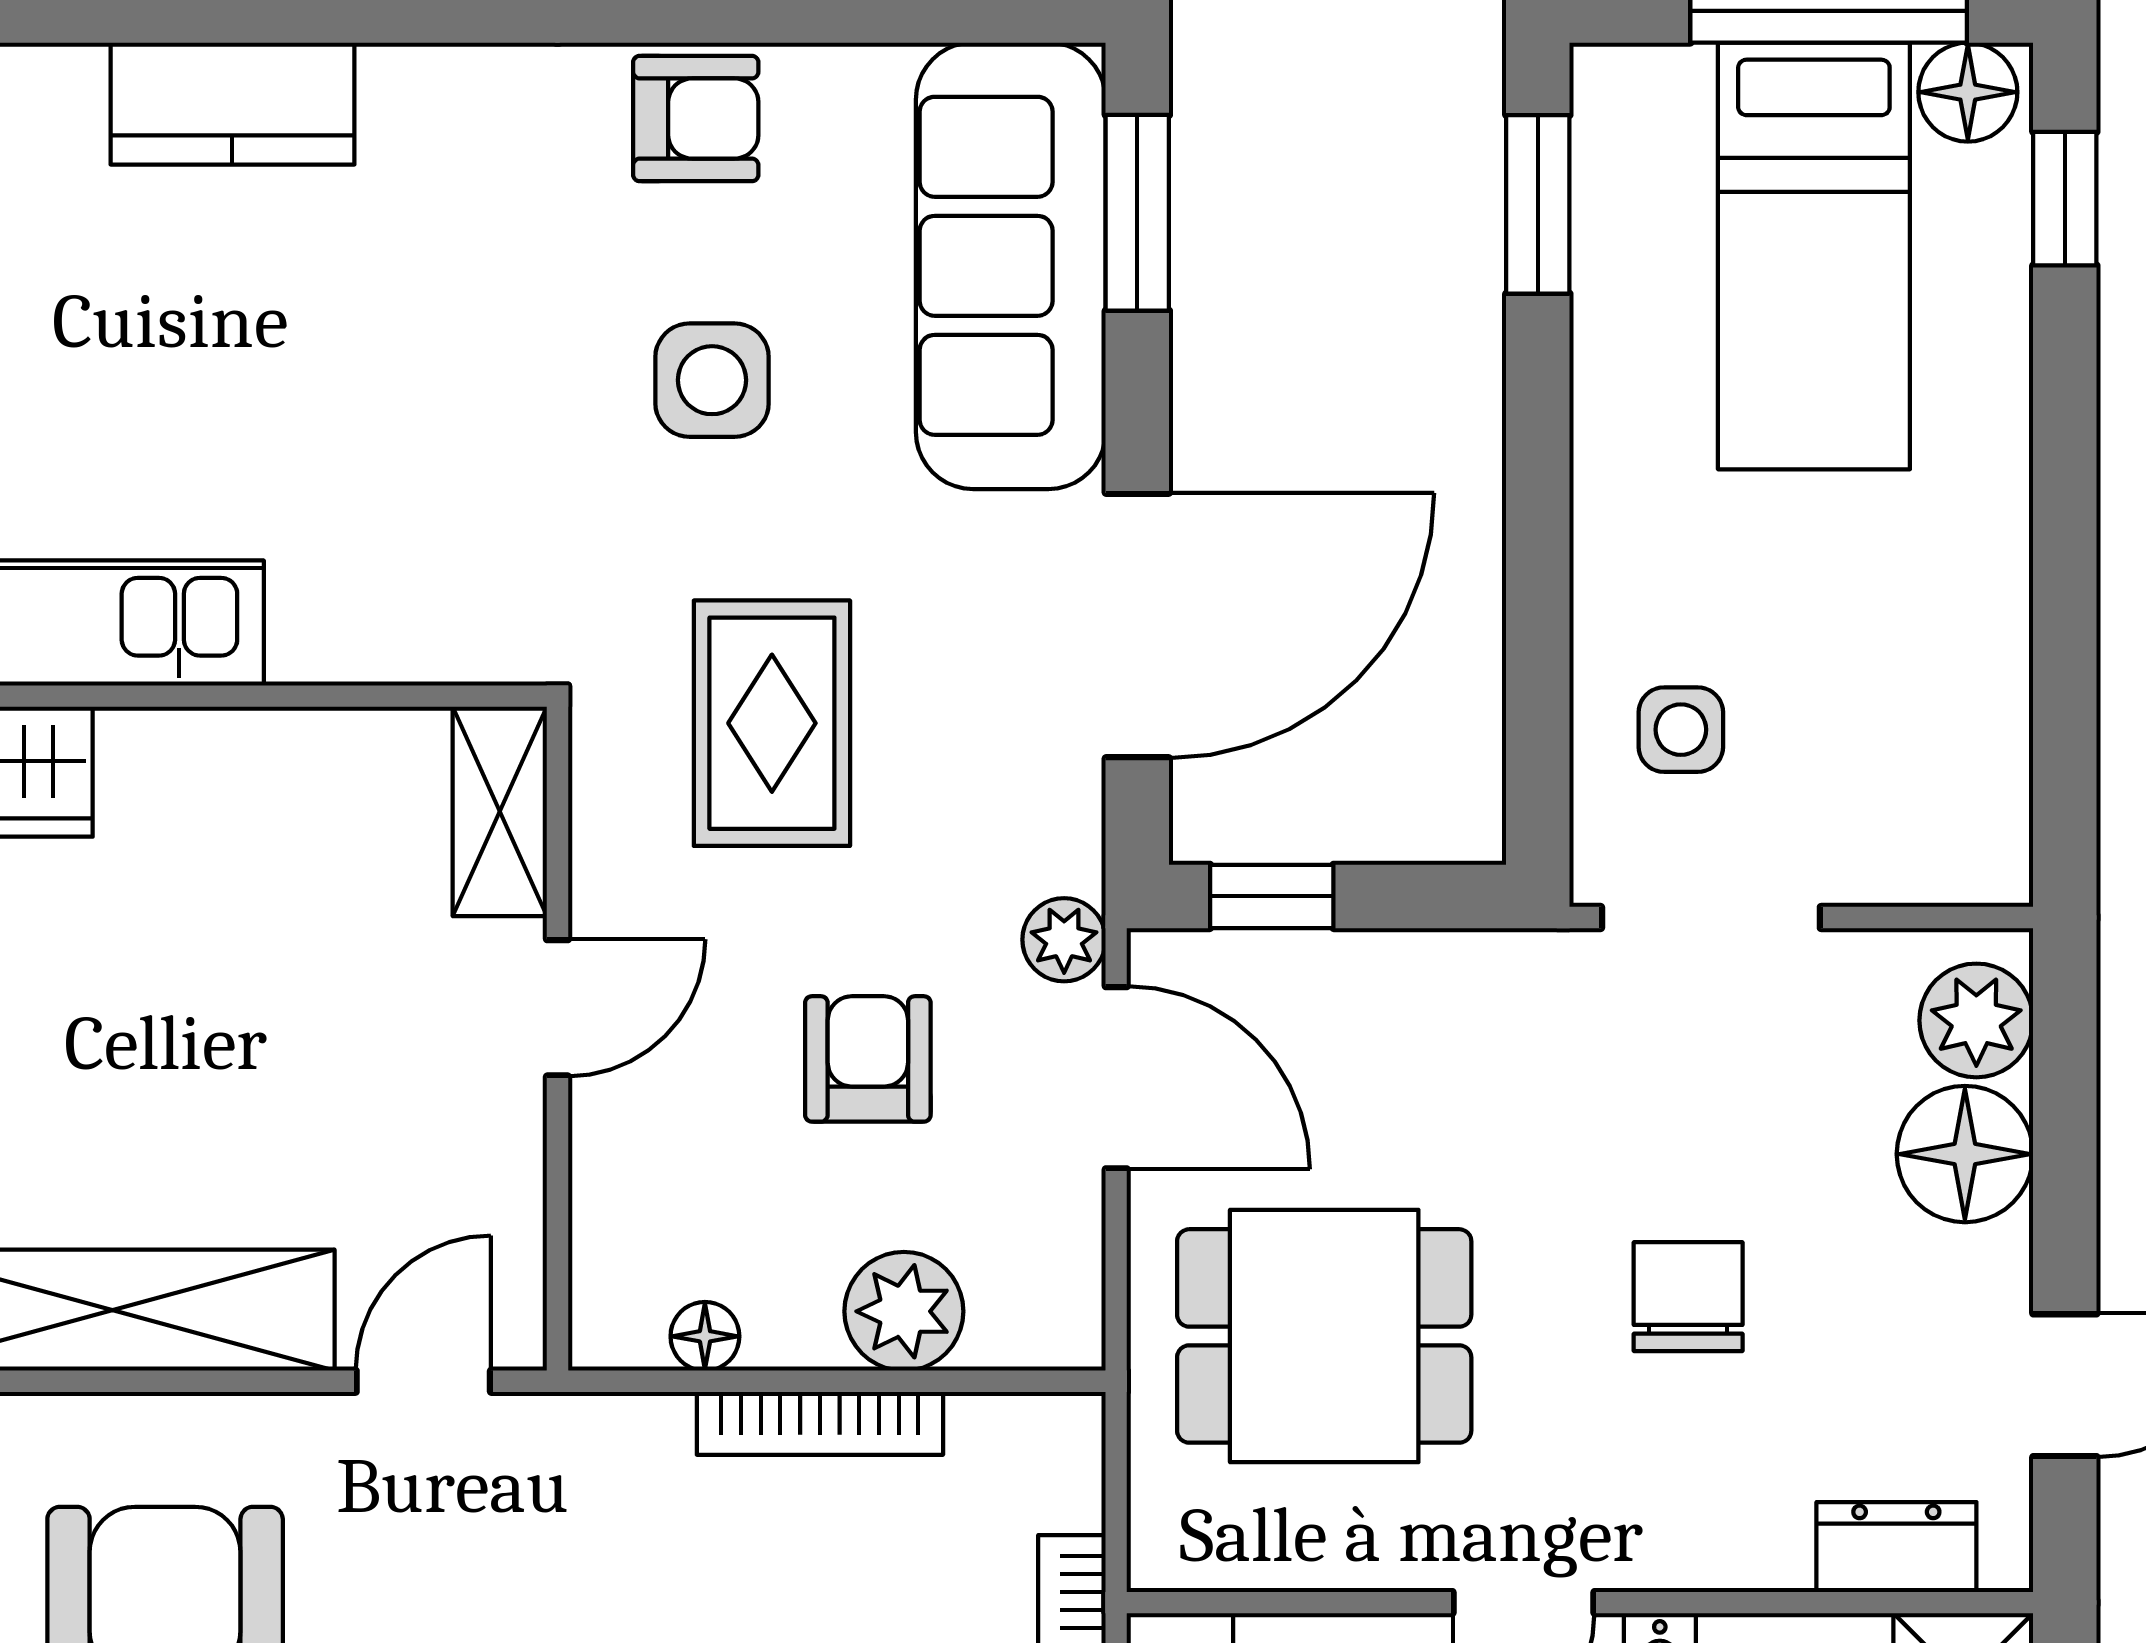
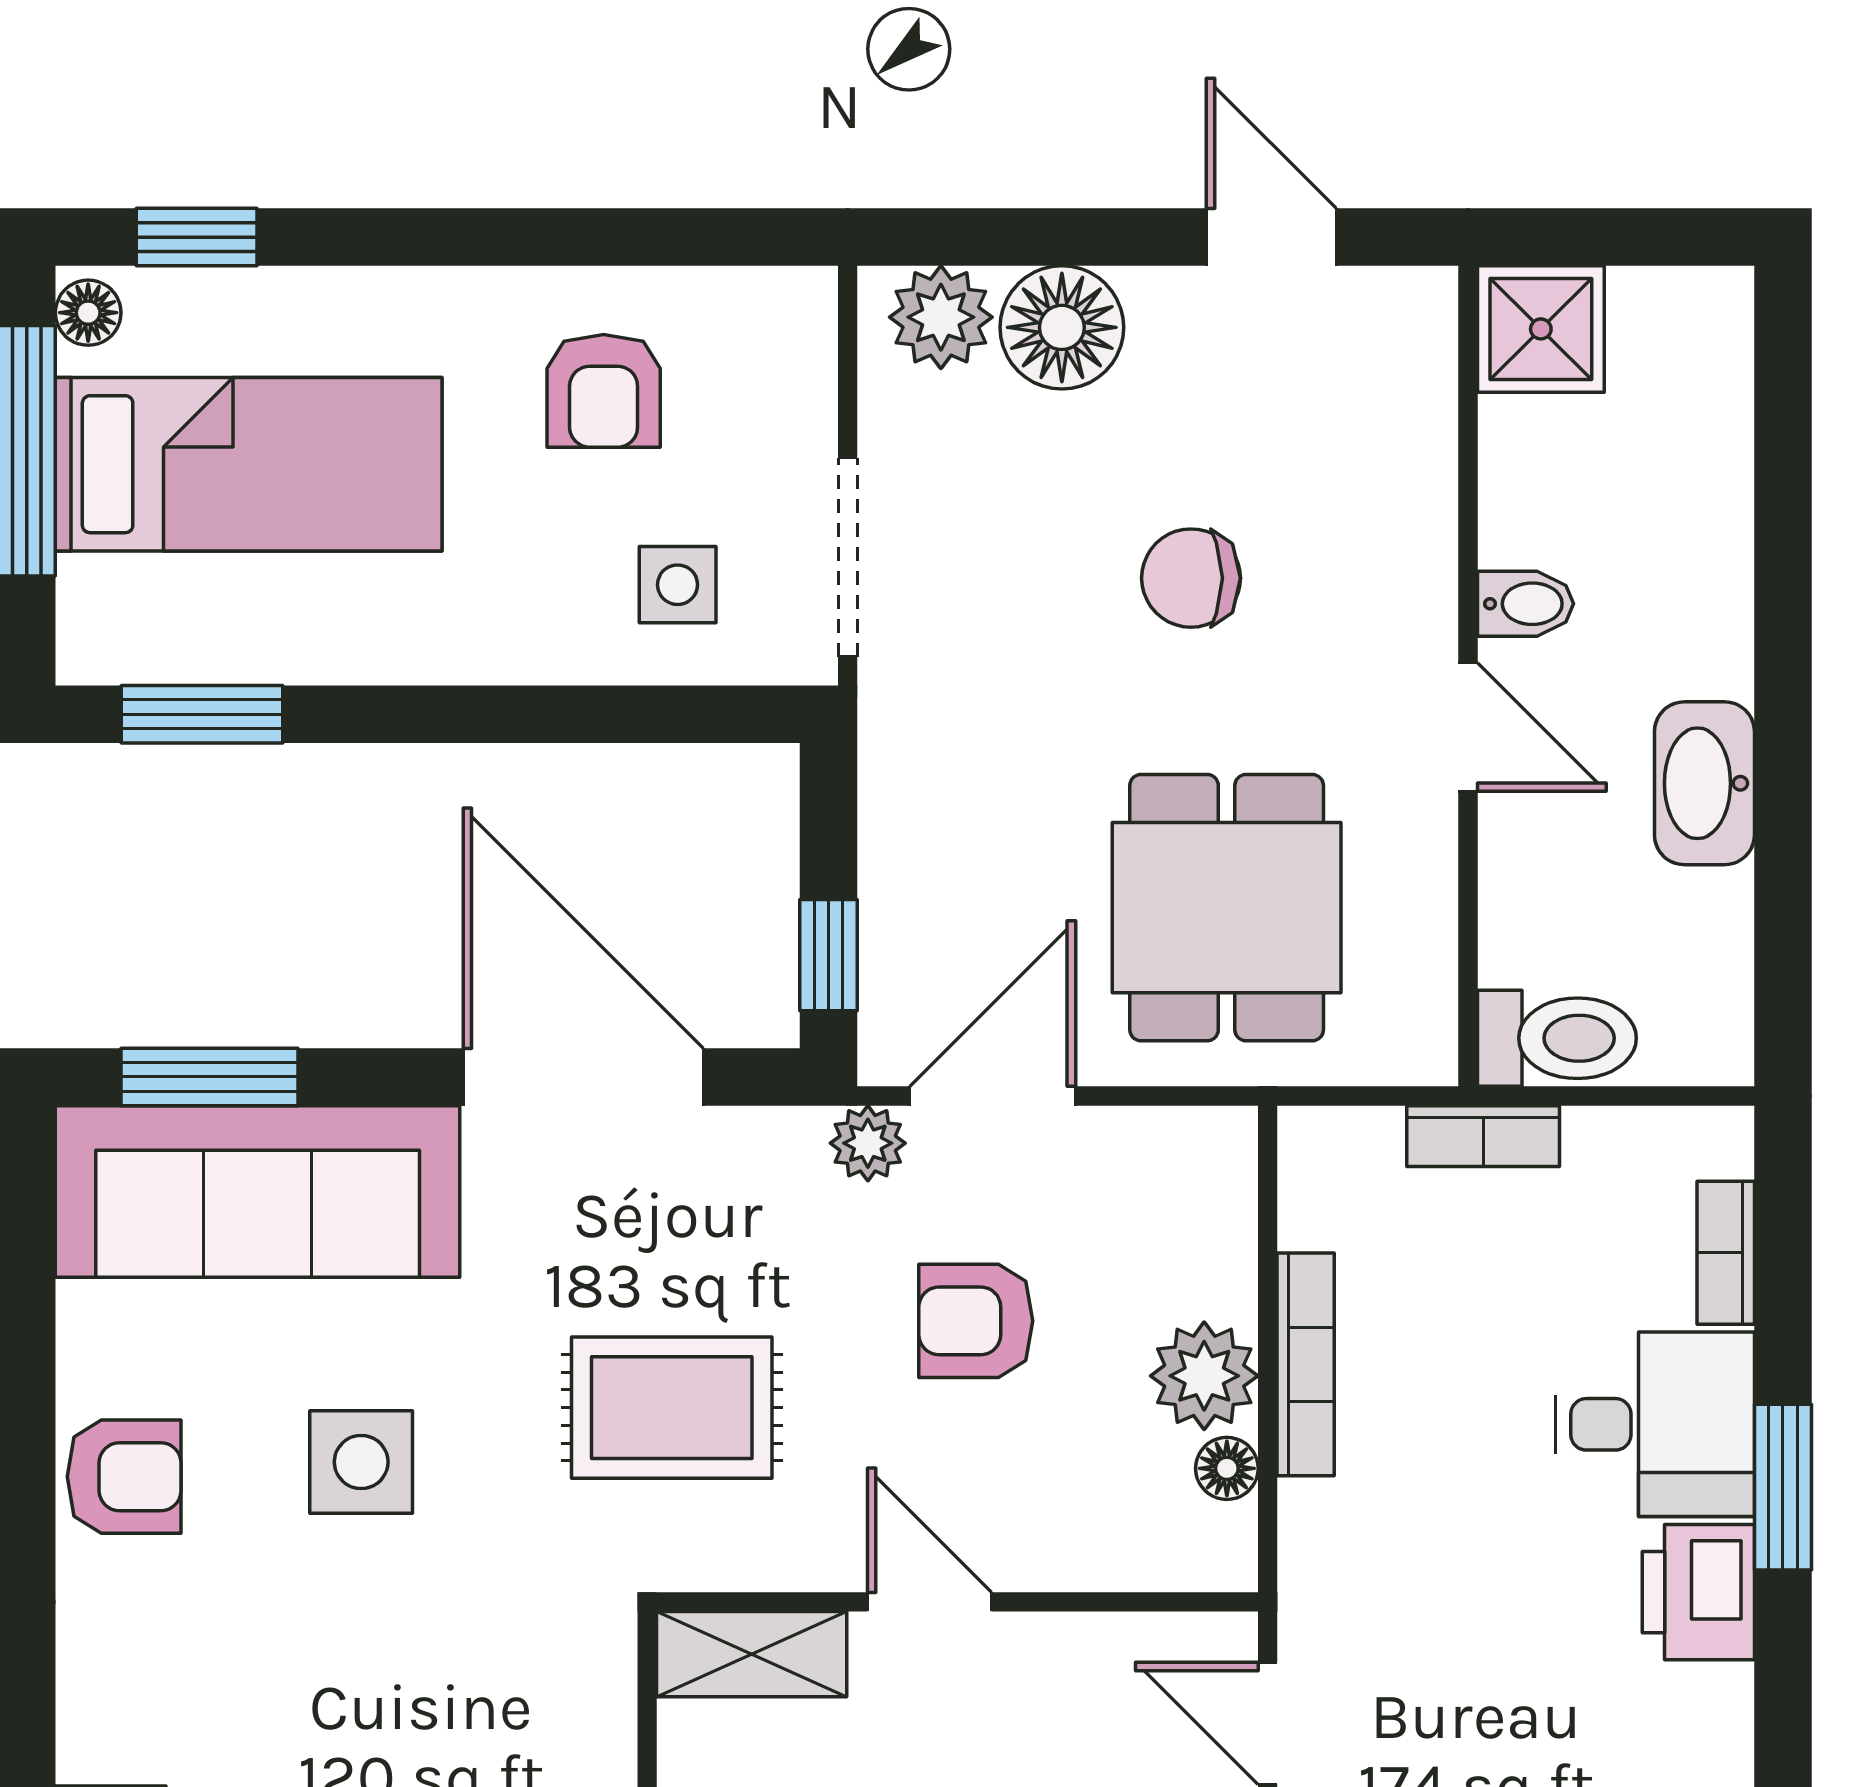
floor lamp: (1968, 92) -> (88, 313), width x0.73, depth x0.73
armchair: (696, 119) -> (124, 1477), turned 90
armchair: (1895, 648) -> (604, 391), added
plant: (904, 1311) -> (1204, 1376), moved
dresser: (1896, 1547) -> (1418, 390), removed

